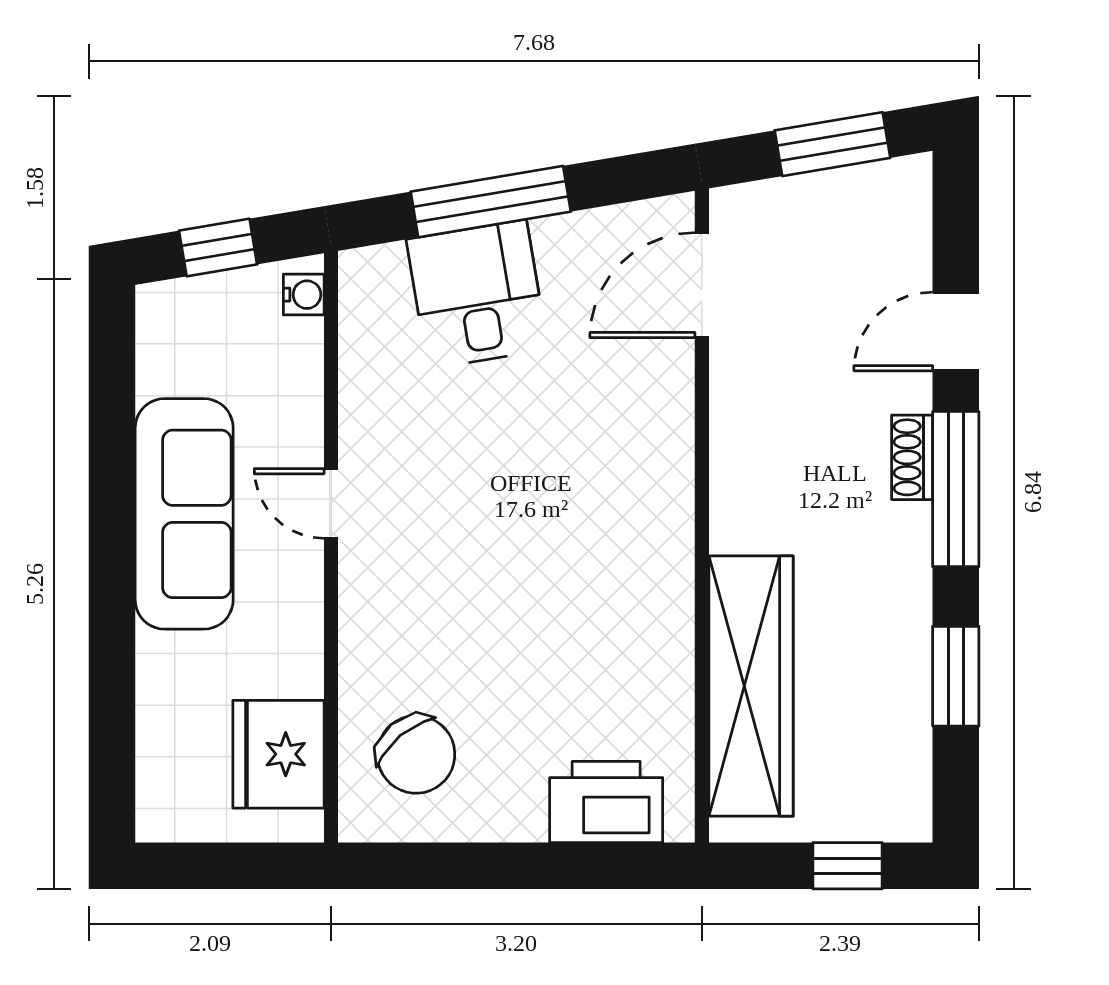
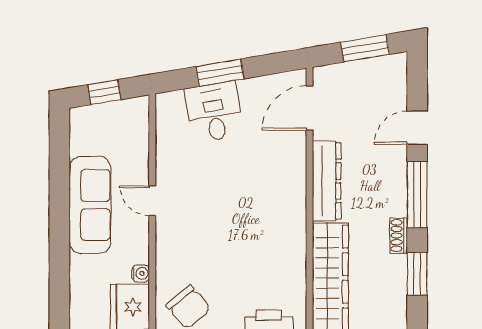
window: (491, 202) -> (220, 73), width x0.69
water cooler: (304, 295) -> (141, 273), moved
dresser: (742, 457) -> (327, 181), added
shoe rack: (912, 457) -> (399, 236), moved

